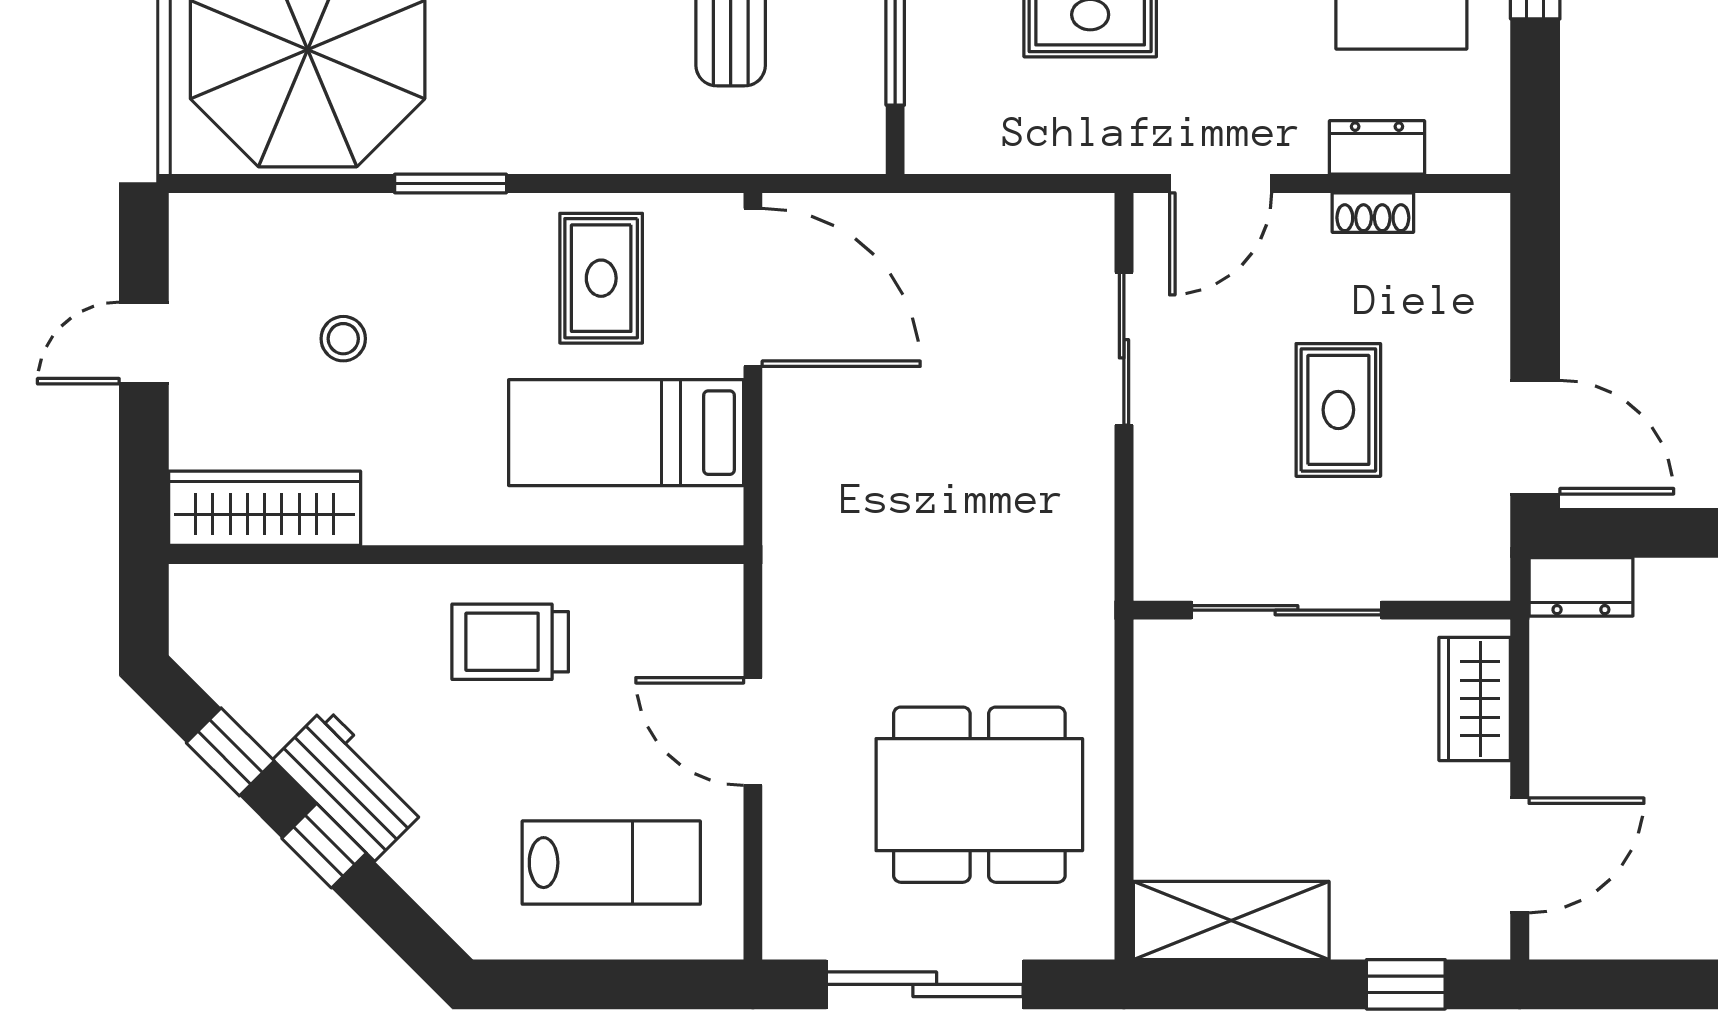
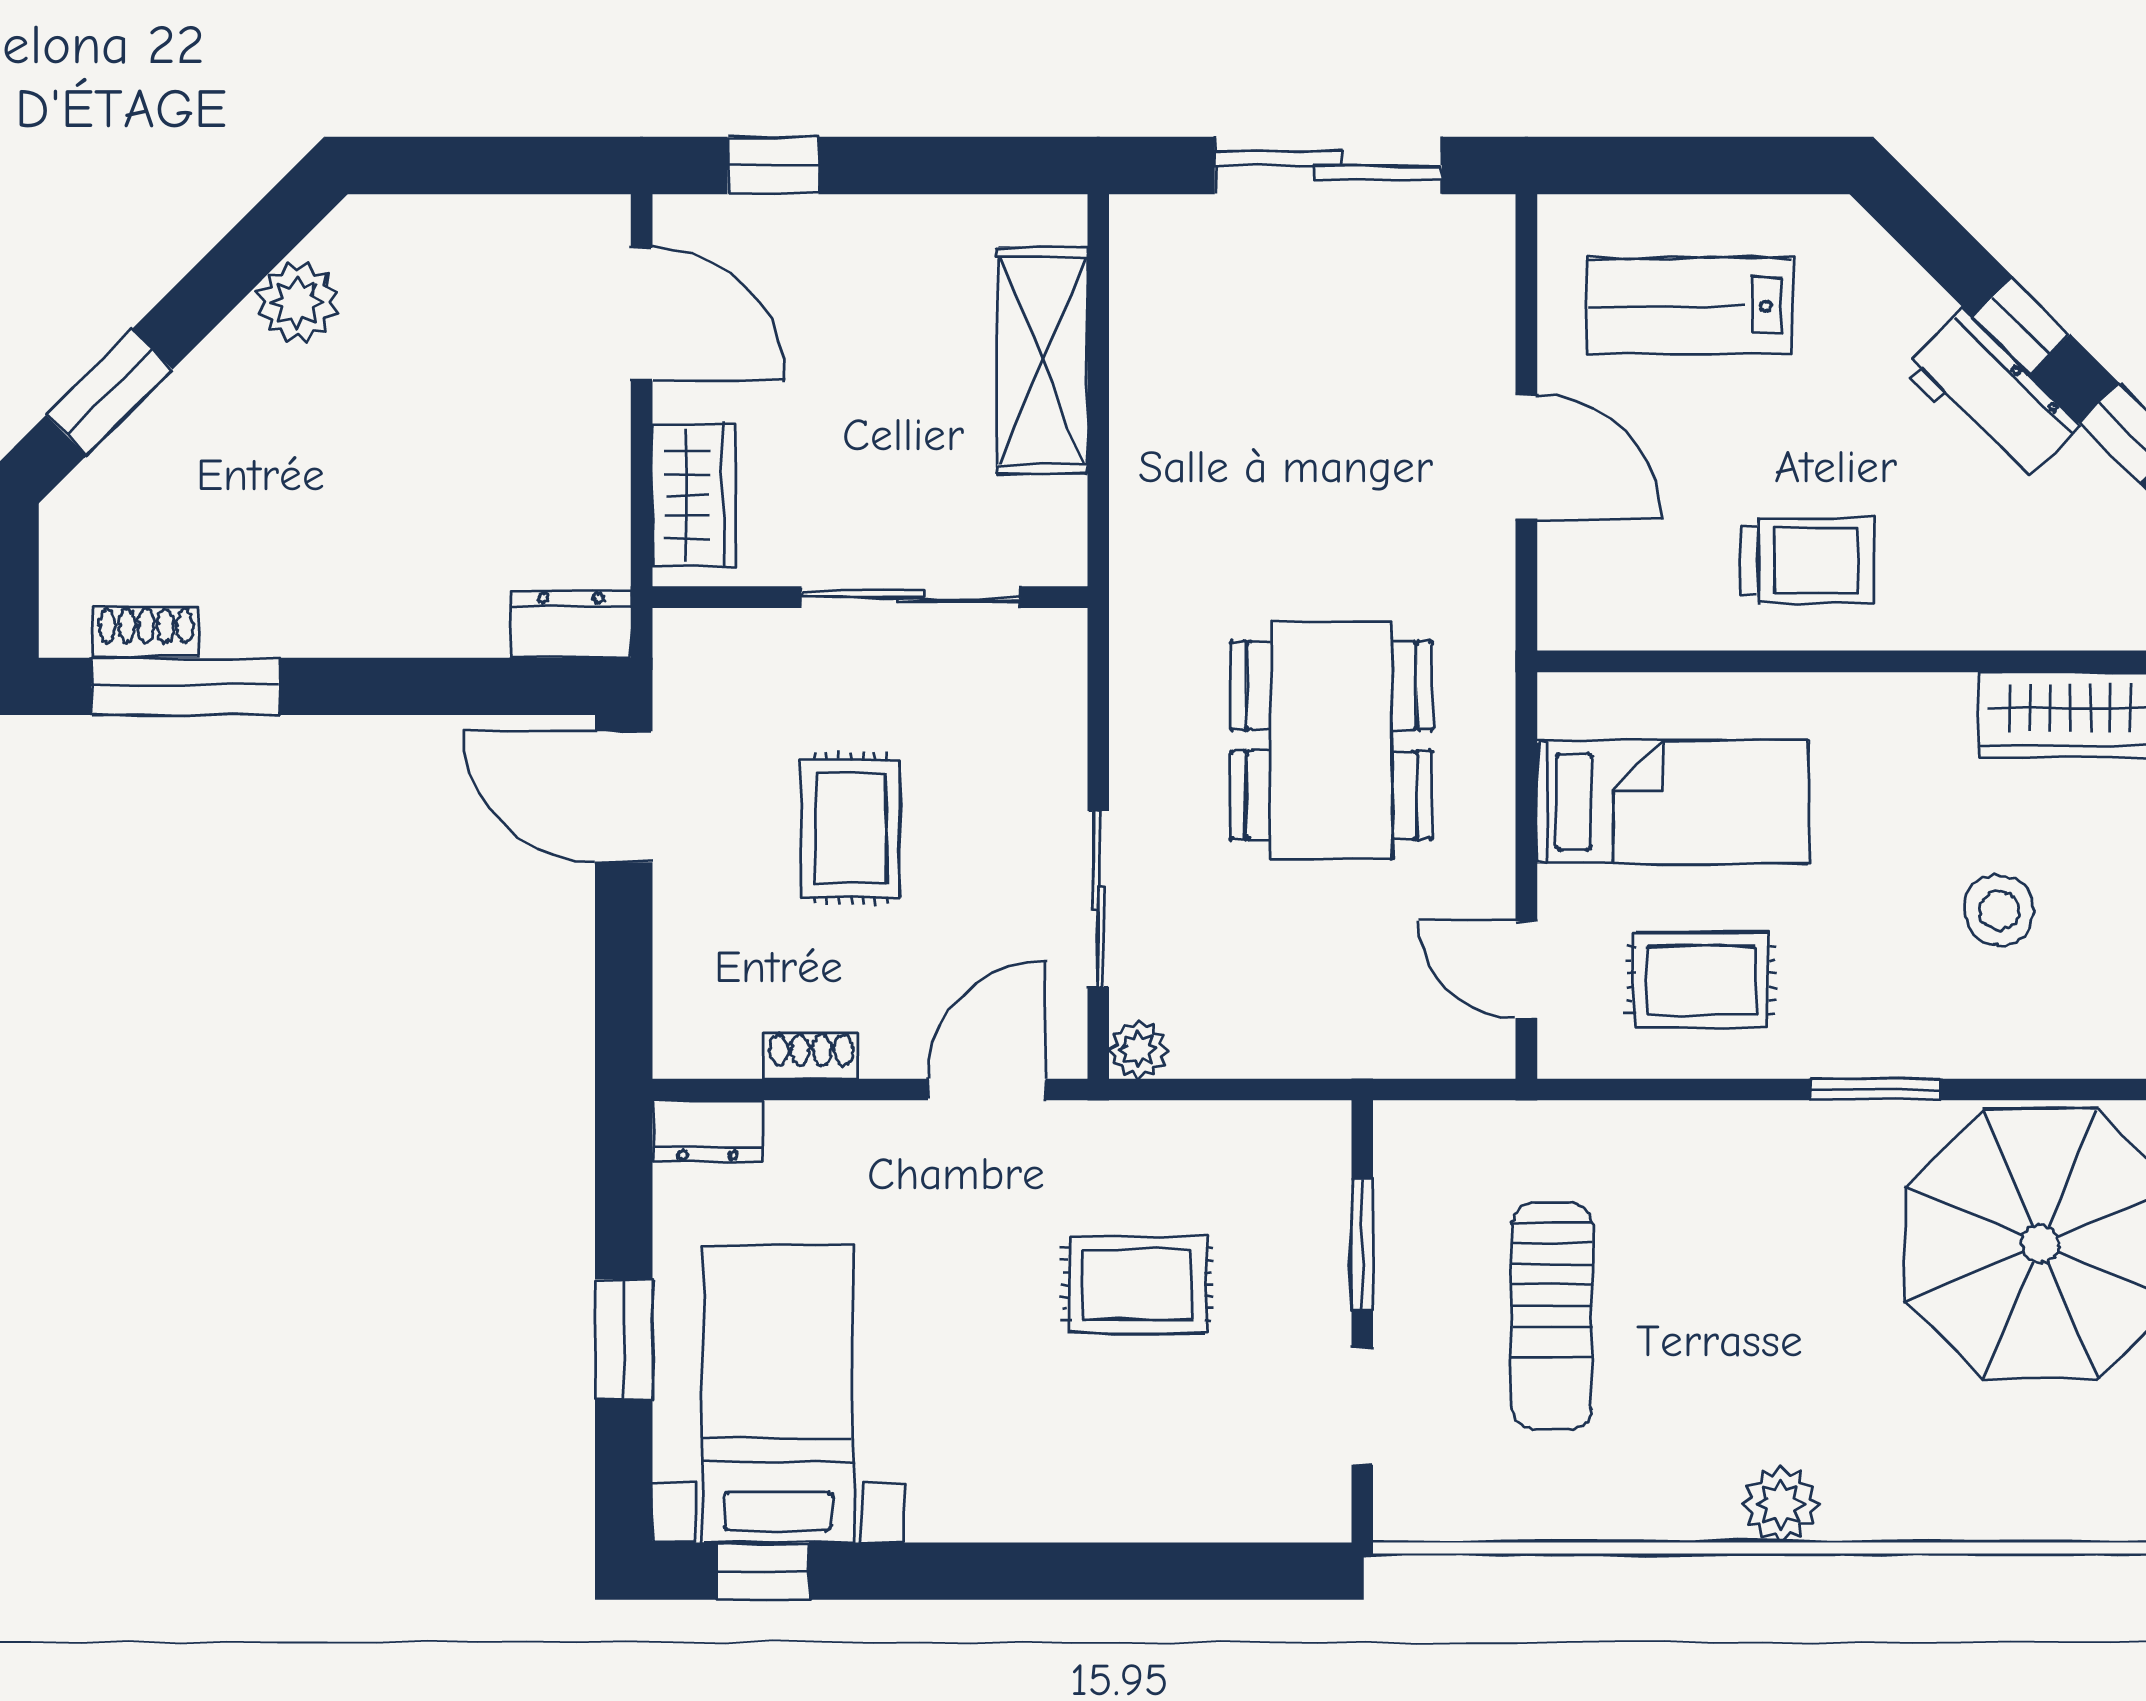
dresser: (1377, 147) -> (708, 1131), moved
plant: (1089, 218) -> (1138, 1049), added
rug: (601, 278) -> (1702, 980), turned 90
door: (753, 287) -> (1526, 970), width x0.53
stool: (343, 339) -> (1999, 910), width x1.37, depth x1.37
dining table: (979, 795) -> (1331, 740), moved, turned 90
door: (1520, 855) -> (642, 314), swing flipped
shelving: (1231, 920) -> (1042, 361), moved, turned 90

